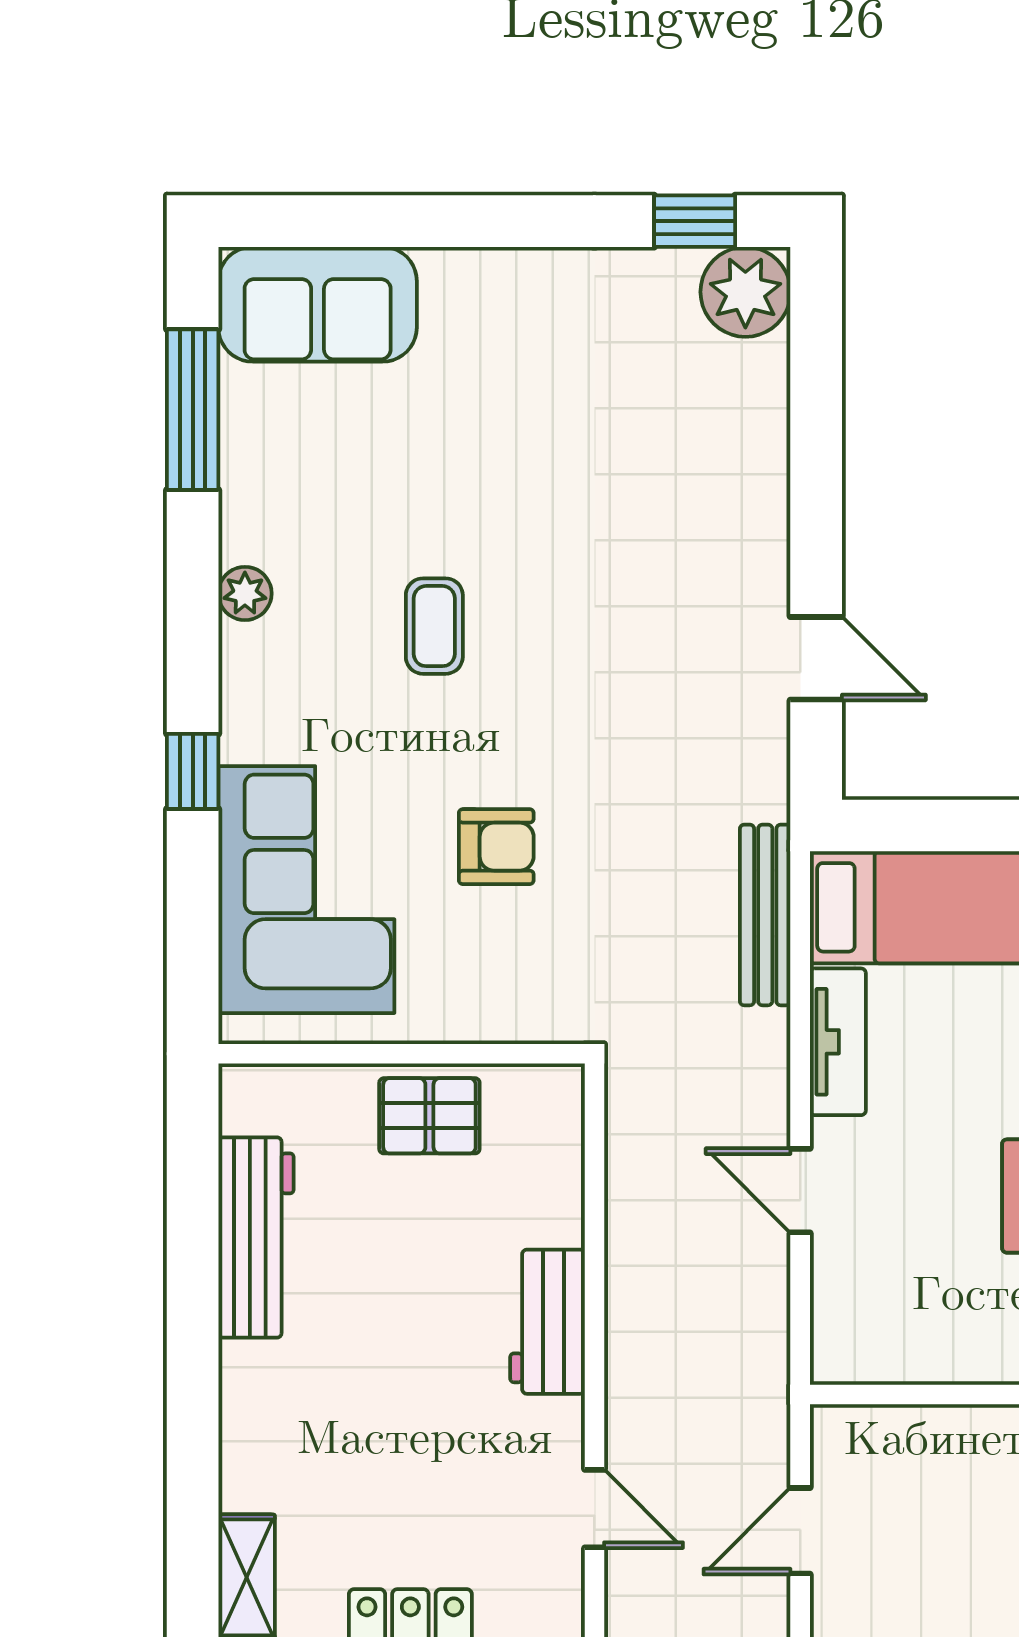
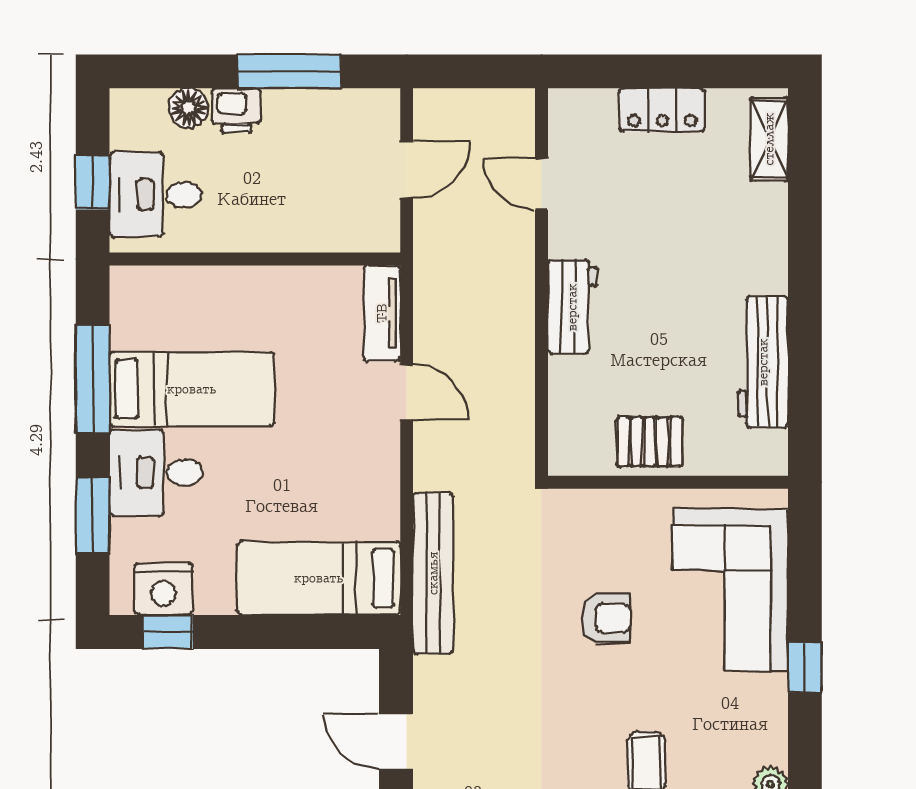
armchair: (496, 847) -> (606, 618), turned 180
bench: (765, 915) -> (433, 573), width x1.37, depth x1.21
tv unit: (838, 1042) -> (382, 313), moved

